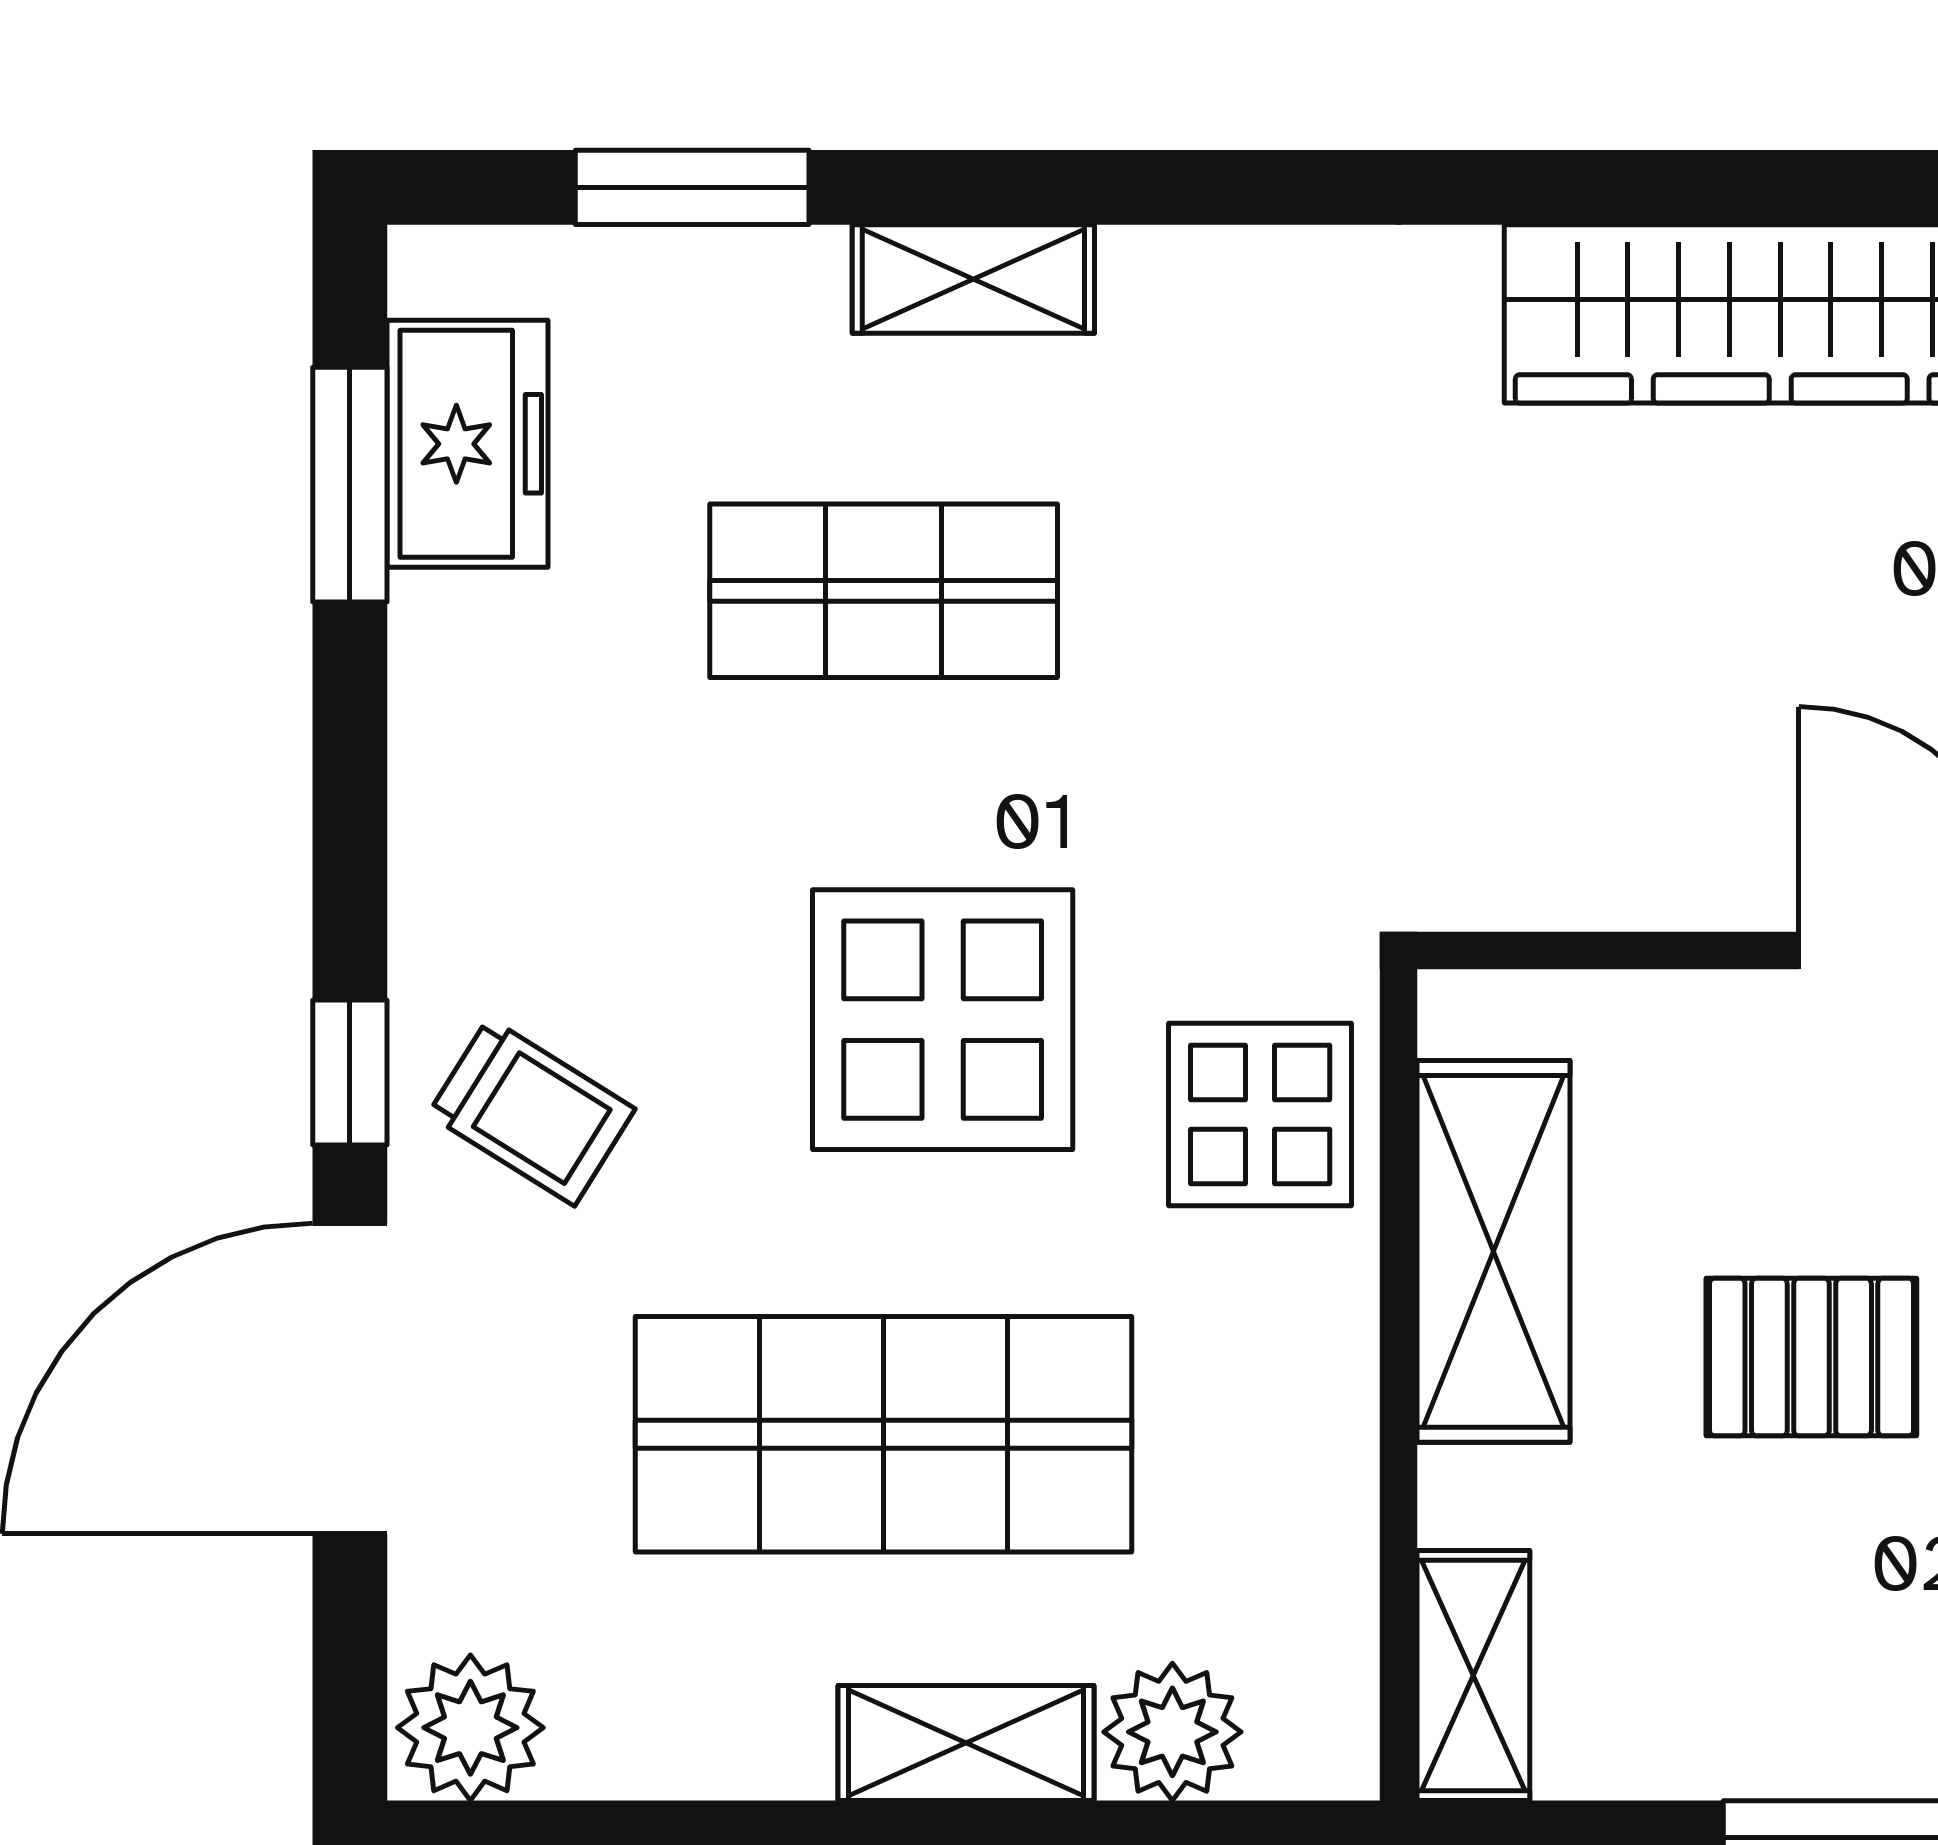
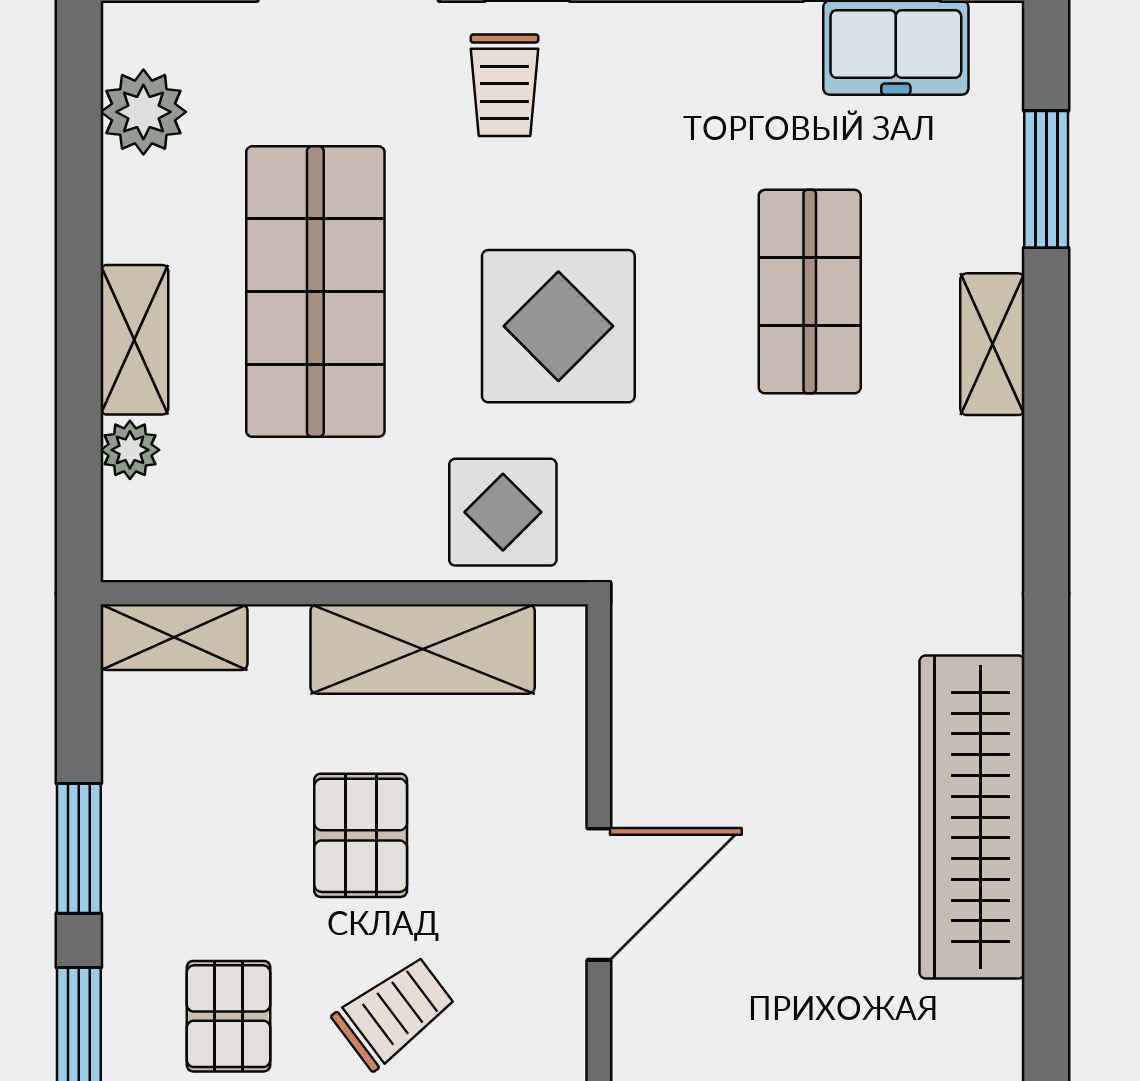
trolley: (531, 1112) -> (504, 85), turned -32
plant: (470, 1728) -> (143, 112), moved
plant: (1172, 1732) -> (130, 450), width x0.73, depth x0.73

